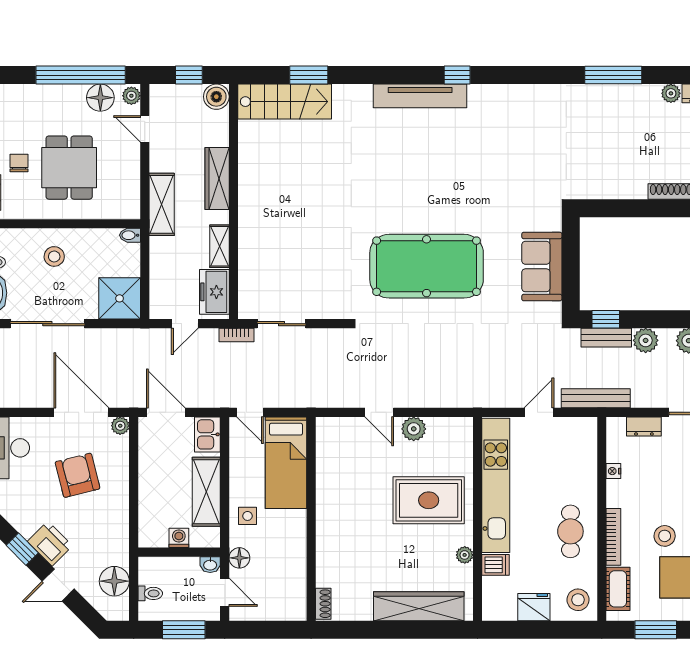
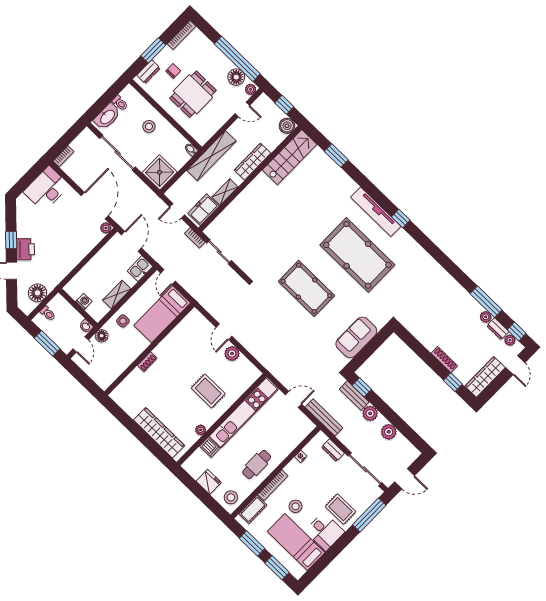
window: (613, 75) -> (486, 302), moved
stairs: (285, 102) -> (290, 157), moved, turned -90
door: (145, 129) -> (242, 109), swing flipped
pool table: (448, 168) -> (357, 255), added
shelving: (162, 204) -> (211, 156), width x1.47
pool table: (427, 266) -> (306, 288), width x0.73, depth x0.76
armchair: (78, 475) -> (66, 231), removed
shelving: (206, 492) -> (117, 294), width x0.67, depth x0.75
rug: (429, 500) -> (208, 391), width x0.73, depth x0.70
shoe rack: (323, 604) -> (147, 362), moved

